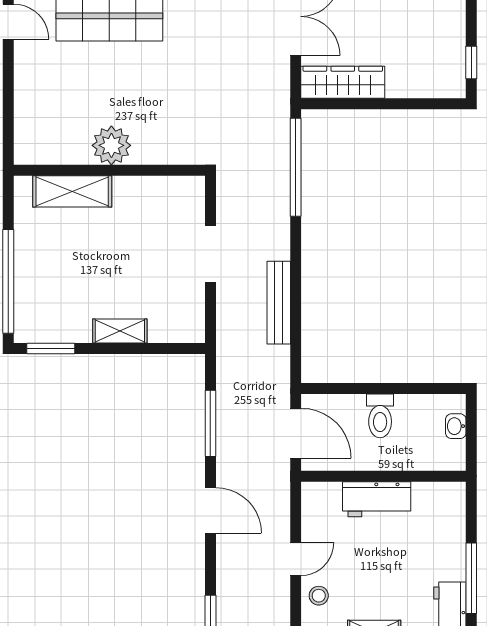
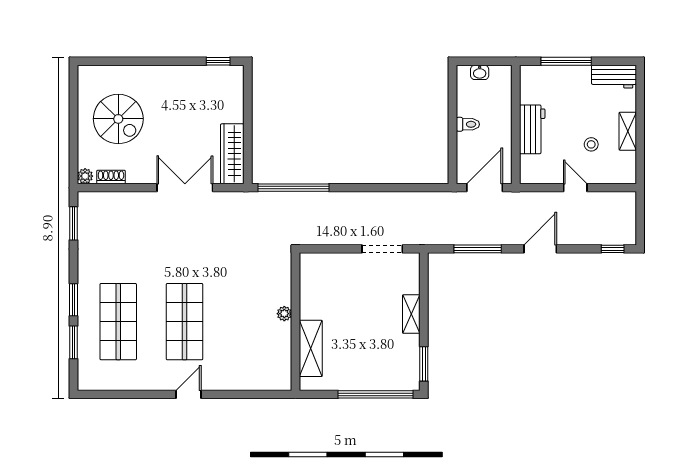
plant: (111, 145) -> (284, 314), width x0.53, depth x0.53
doorway: (210, 254) -> (382, 249), moved
bench: (279, 303) -> (391, 200), removed
toilet: (380, 416) -> (468, 124), width x0.73, depth x0.72
window: (471, 578) -> (566, 61), moved
stool: (319, 596) -> (591, 144), moved

